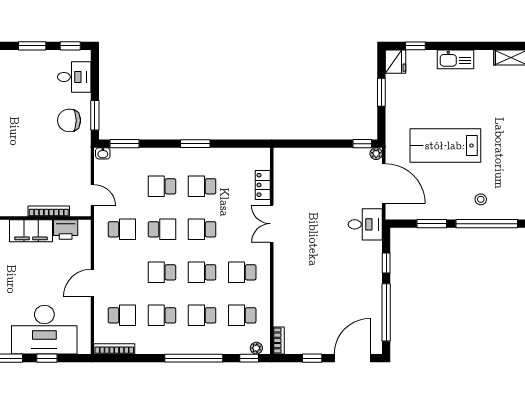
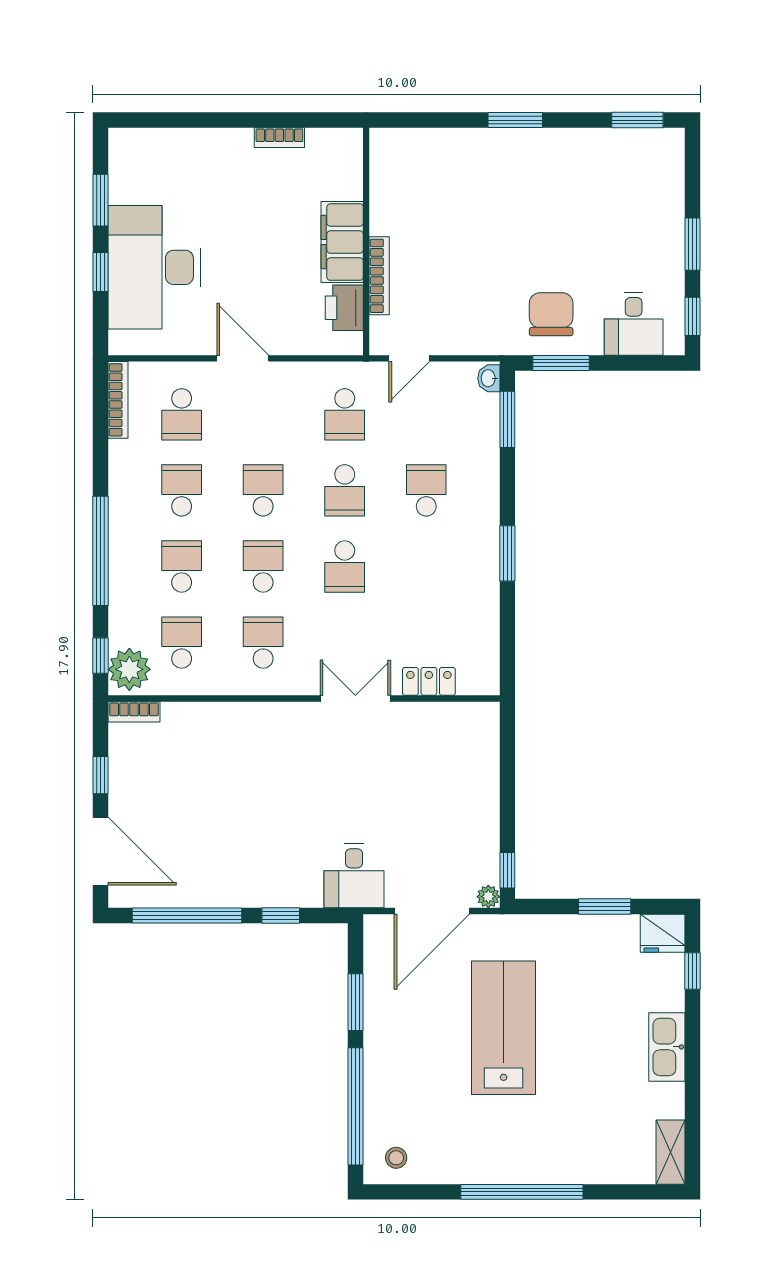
school desk: (202, 186) -> (426, 566), removed
stool: (481, 199) -> (396, 1158), moved
school desk: (202, 229) -> (345, 566), turned 180
plant: (256, 348) -> (129, 669), width x1.88, depth x1.88

